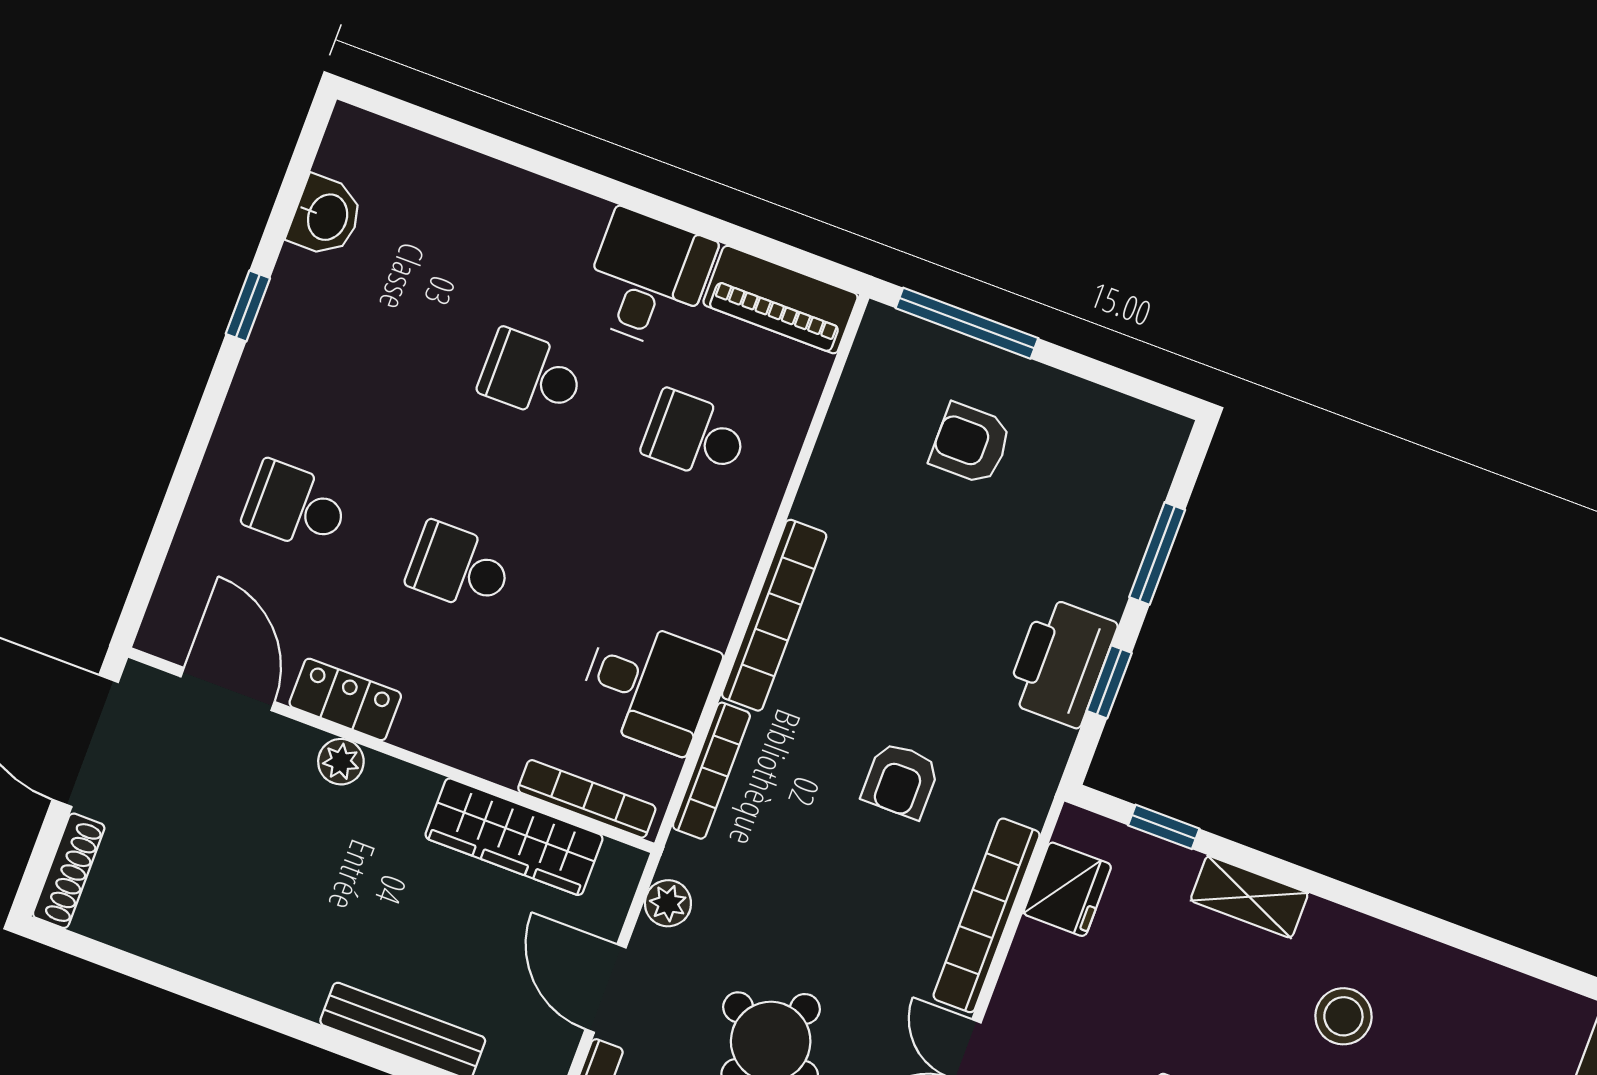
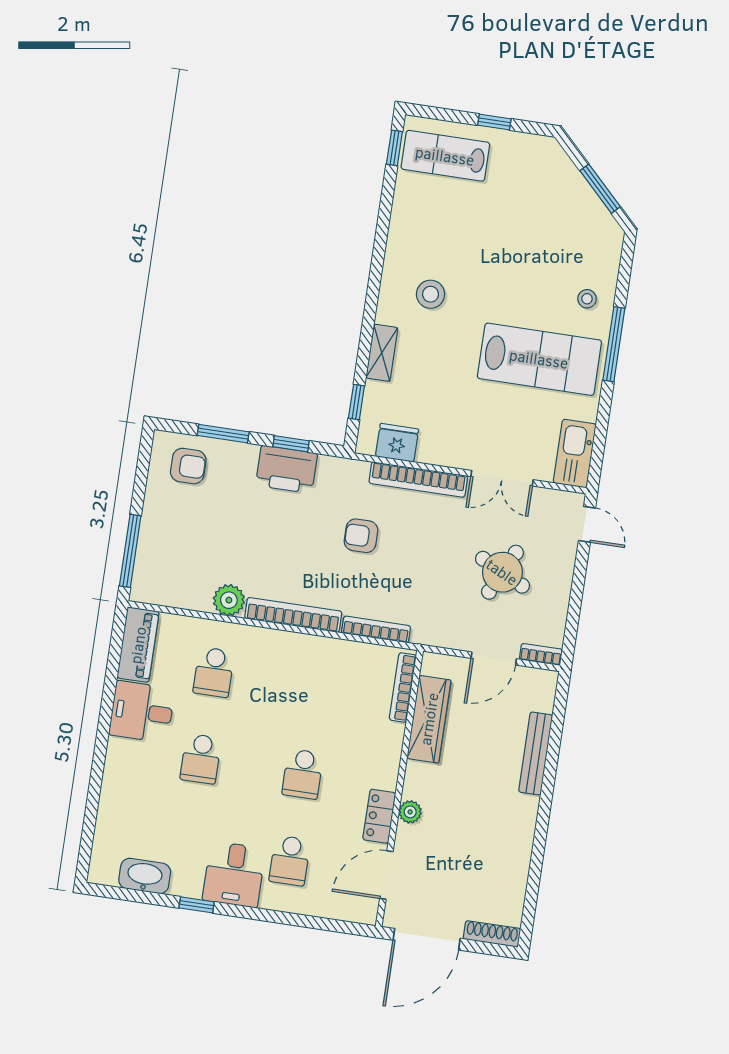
washbasin: (326, 217) -> (145, 876), width x1.38
armchair: (971, 444) -> (188, 466), moved, turned -90
desk: (649, 685) -> (234, 874), moved, turned 180
armchair: (901, 780) -> (361, 536), turned 180
plant: (668, 903) -> (229, 600), moved, width x1.38, depth x1.38

